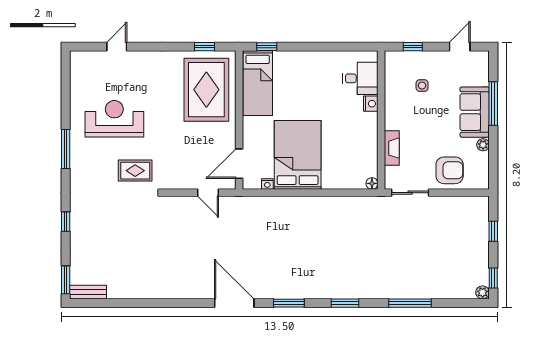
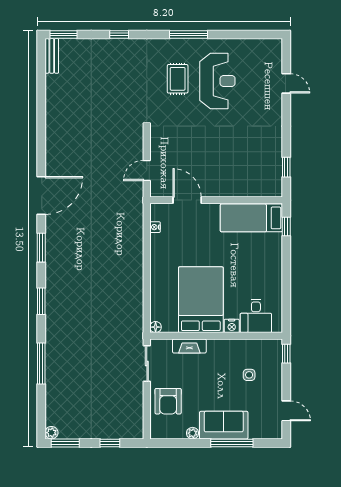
window: (413, 47) -> (286, 354), moved
rug: (206, 90) -> (245, 169), removed
bed: (298, 155) -> (201, 300), moved, turned -90
door: (239, 164) -> (187, 200), moved
rug: (135, 171) -> (178, 79), moved
window: (493, 278) -> (65, 443), width x1.50

